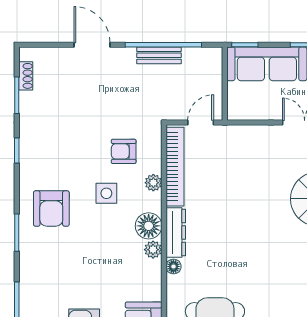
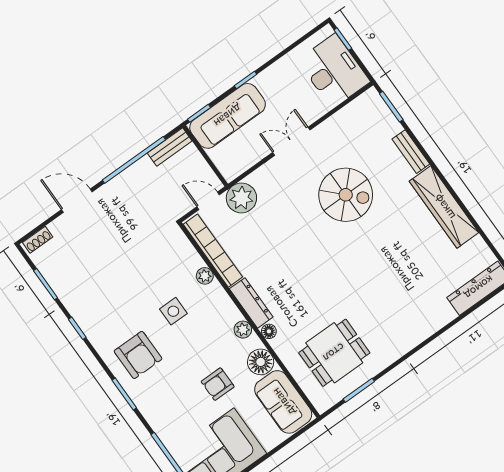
bench: (159, 55) -> (170, 147), moved
shoe rack: (26, 76) -> (38, 240), moved, turned 90
door: (201, 123) -> (208, 201), hinge flipped
plant: (230, 140) -> (241, 198), added
armchair: (124, 151) -> (218, 384), moved
floor lamp: (149, 226) -> (261, 362), moved

